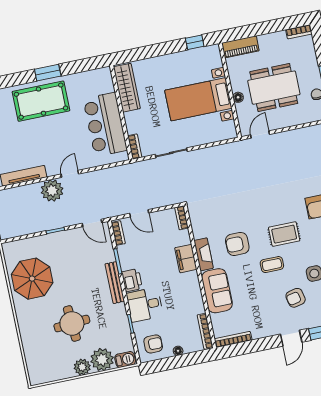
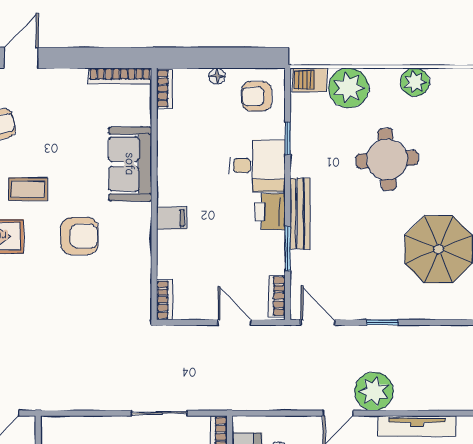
fireplace: (204, 254) -> (140, 230), removed
filing cabinet: (186, 259) -> (172, 218), width x0.50
bookcase: (205, 331) -> (164, 89), width x0.64
plant: (82, 367) -> (415, 82), moved

